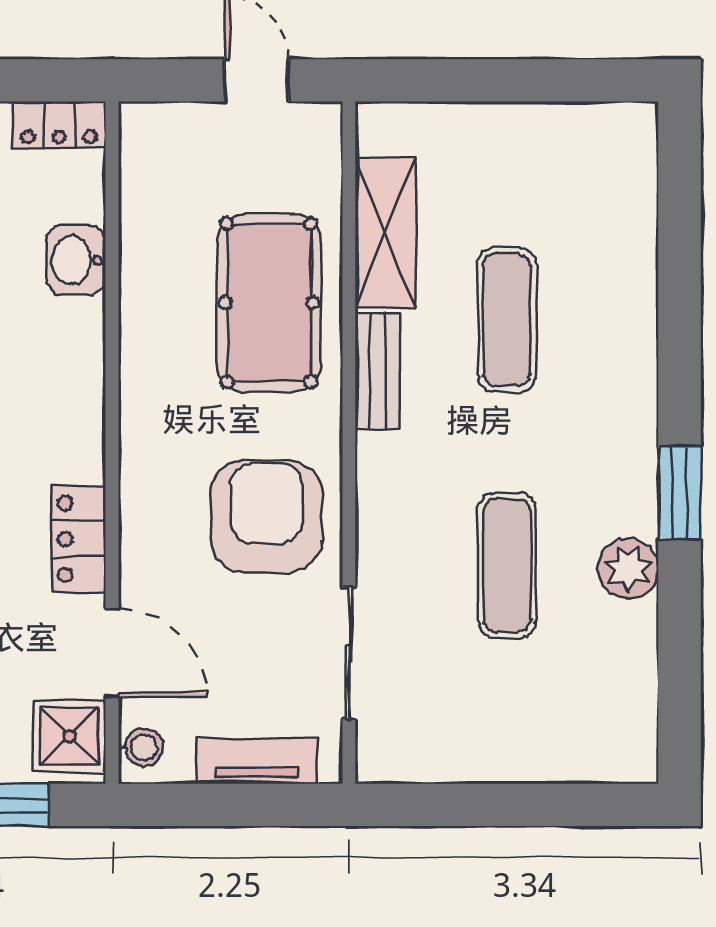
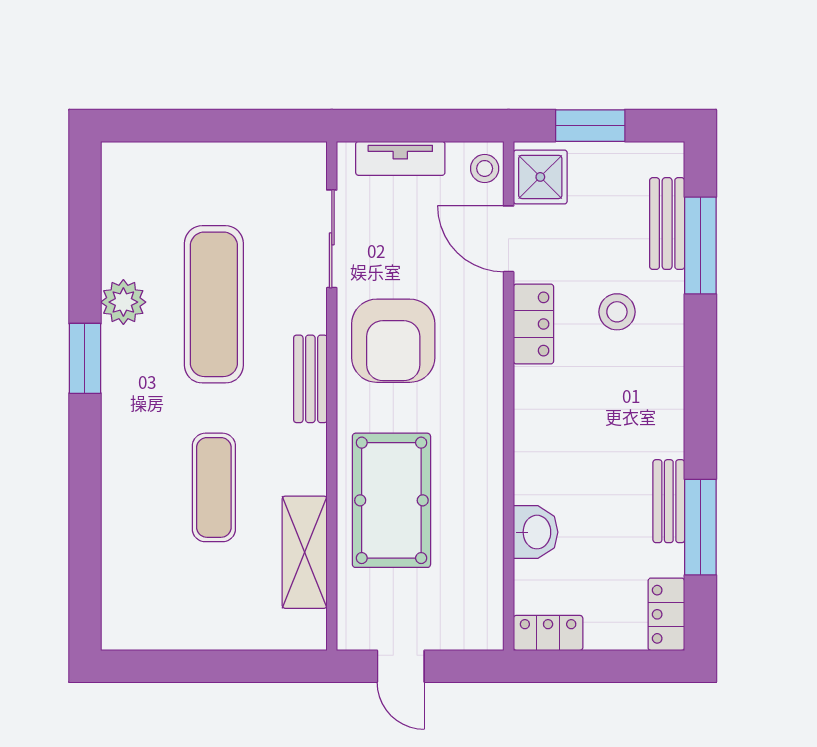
bench: (378, 371) -> (310, 379), moved
exercise mat: (507, 565) -> (214, 304), width x1.36, depth x1.45

